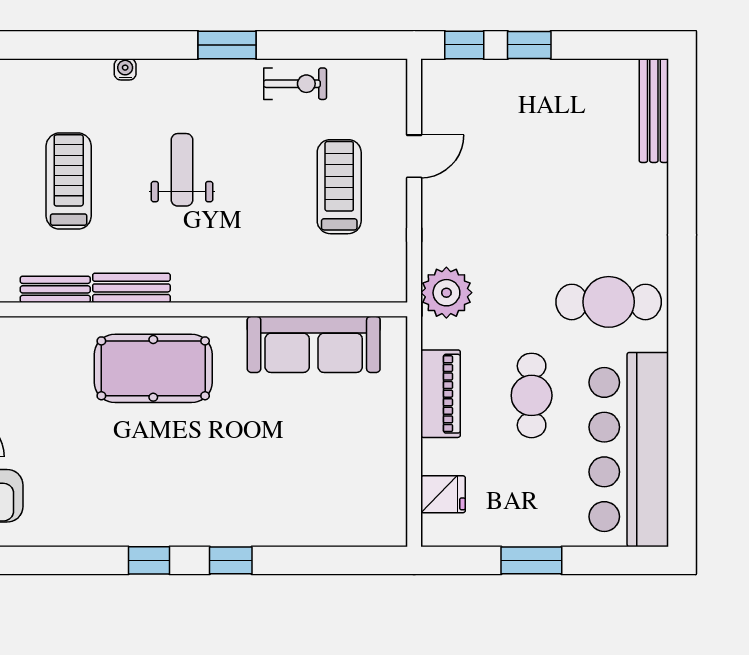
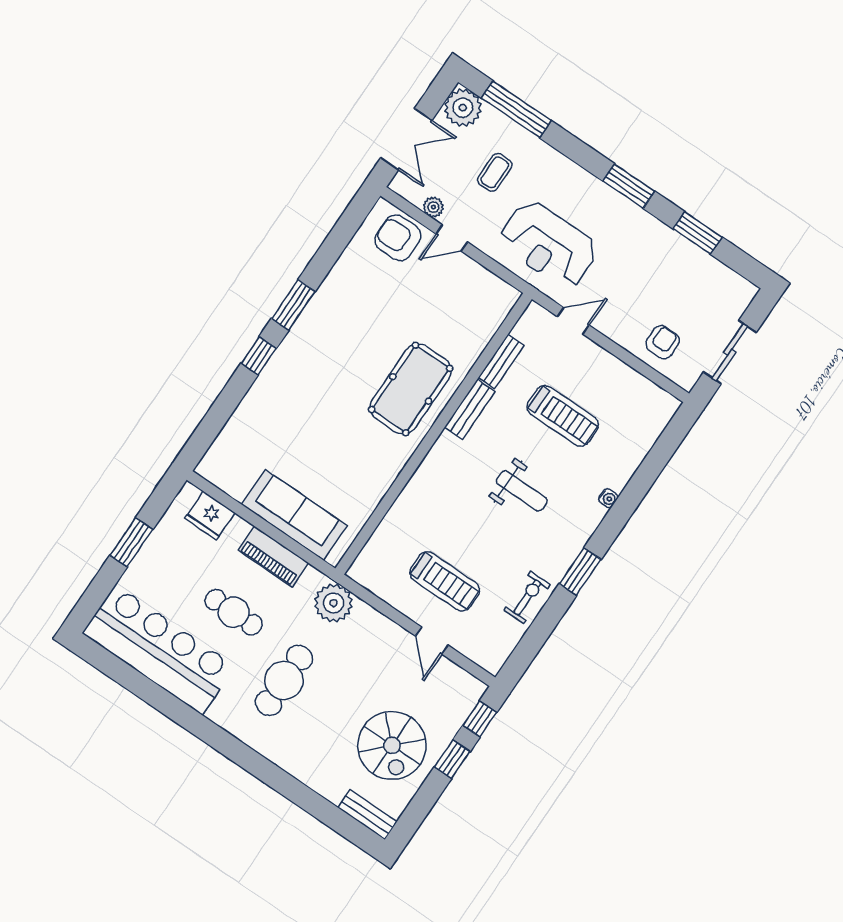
exercise bike: (295, 84) -> (527, 597), turned 180
bench: (654, 111) -> (367, 815), width x0.73
spiral stairs: (559, 122) -> (392, 745), added
cafe table: (609, 302) -> (284, 680), moved
sofa: (314, 344) -> (294, 515), moved, turned 90
fridge: (443, 494) -> (210, 516), width x1.38
window: (149, 560) -> (293, 305), width x1.50

